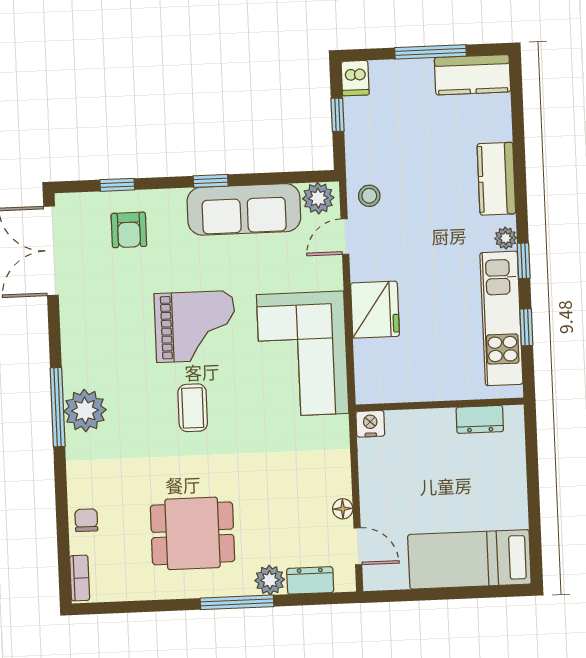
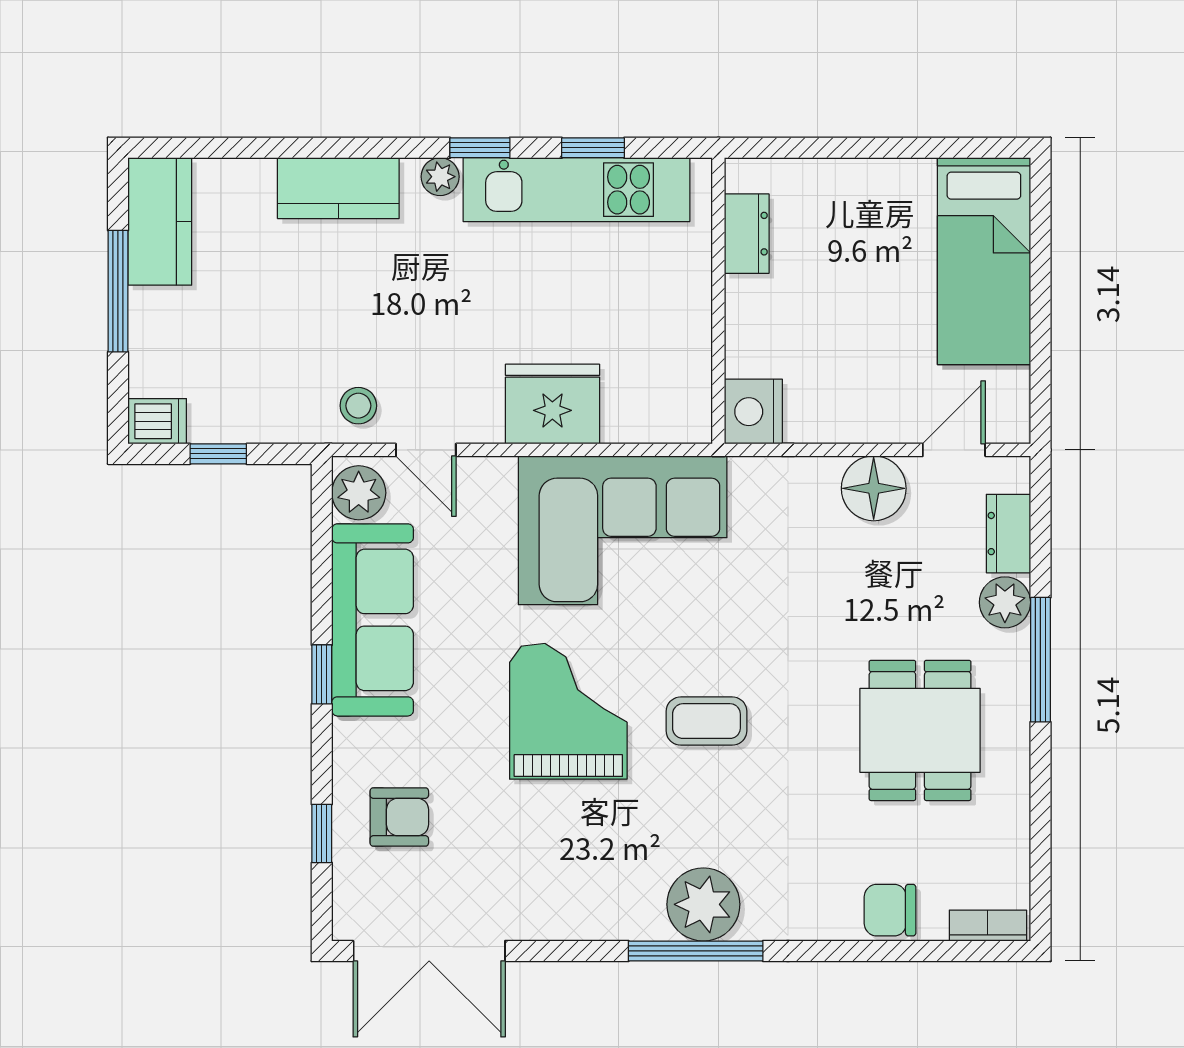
nightstand: (370, 424) -> (753, 412), width x1.36, depth x1.33
floor lamp: (343, 509) -> (874, 488), width x1.89, depth x1.89
chair: (86, 520) -> (890, 910), width x1.37, depth x1.37

